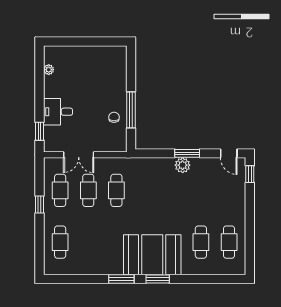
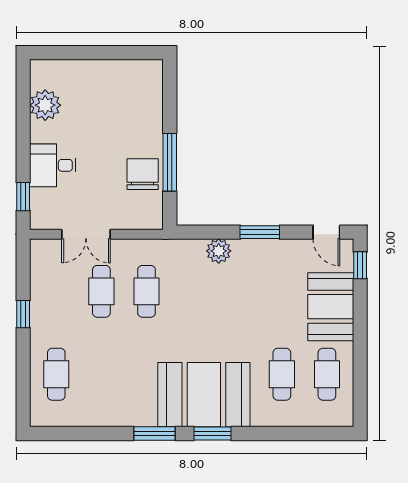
plant: (49, 70) -> (45, 105), width x1.87, depth x1.87
chair: (114, 117) -> (143, 174), width x1.87, depth x1.87
plant: (183, 165) -> (219, 251), moved
cafe table: (60, 190) -> (56, 291), removed
booth: (231, 200) -> (331, 307), added

